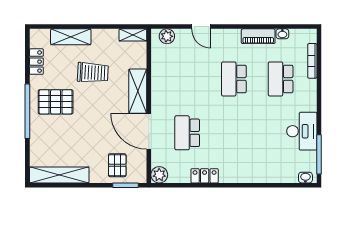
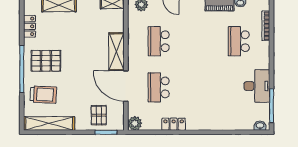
trolley: (93, 73) -> (43, 95), moved
school desk: (234, 79) -> (159, 41), moved

